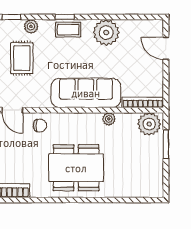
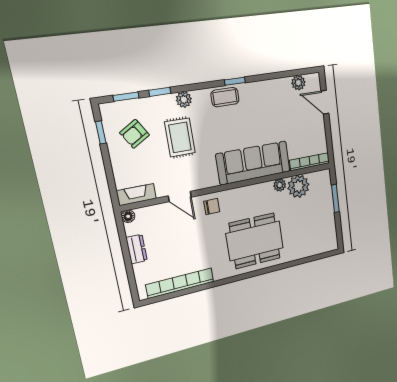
window: (65, 17) -> (235, 81), moved
plant: (106, 33) -> (298, 83), moved, width x0.53, depth x0.53
plant: (149, 124) -> (298, 186), moved

